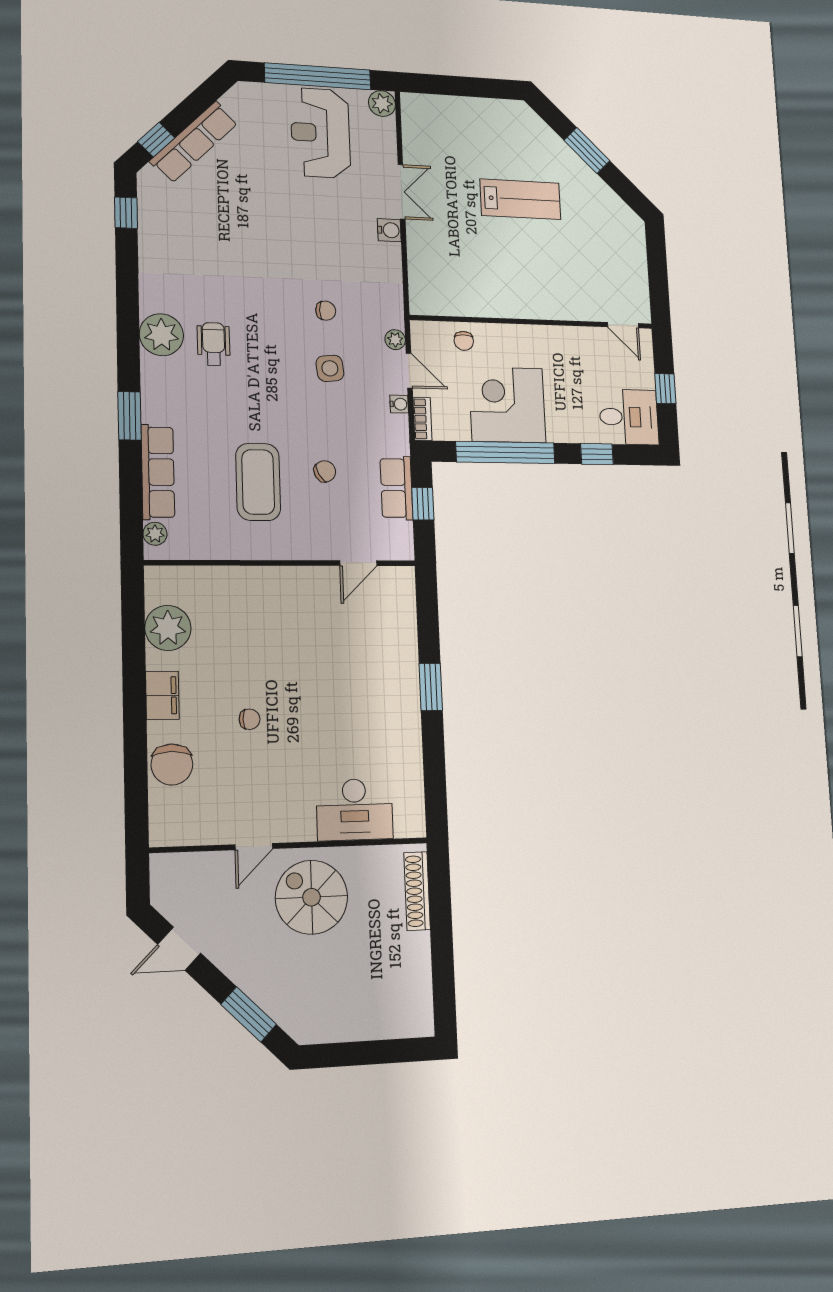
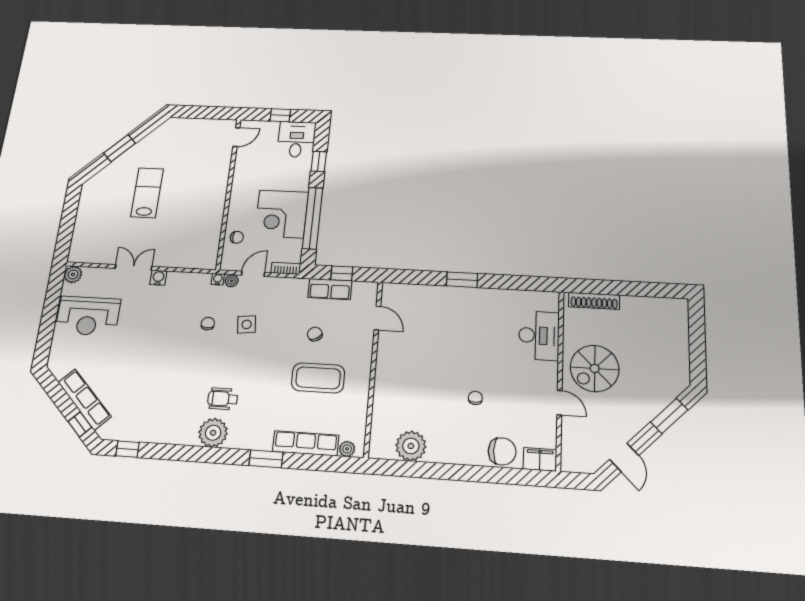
window: (318, 76) -> (50, 314), removed
water cooler: (399, 404) -> (218, 279), moved
filing cabinet: (162, 695) -> (540, 459), moved

